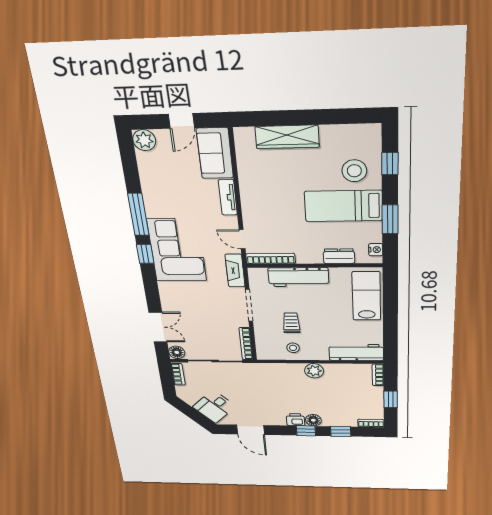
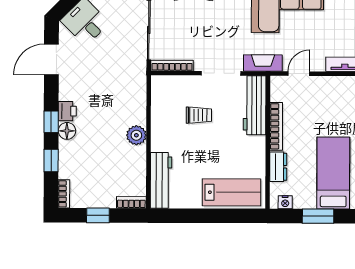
bookcase: (271, 259) -> (276, 126), moved
workbench: (298, 277) -> (255, 105), moved
stool: (293, 348) -> (167, 115), removed

